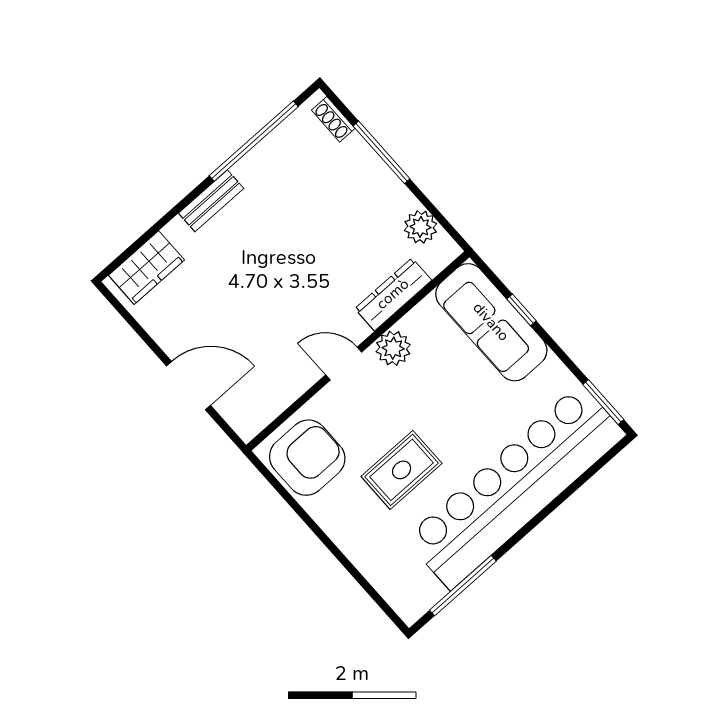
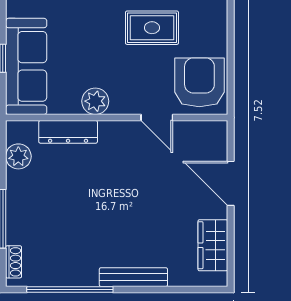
bench: (211, 201) -> (133, 277), width x1.36
wardrobe: (146, 268) -> (213, 245), moved, turned -90
door: (344, 364) -> (157, 117), moved
armchair: (307, 458) -> (199, 82), turned 90

